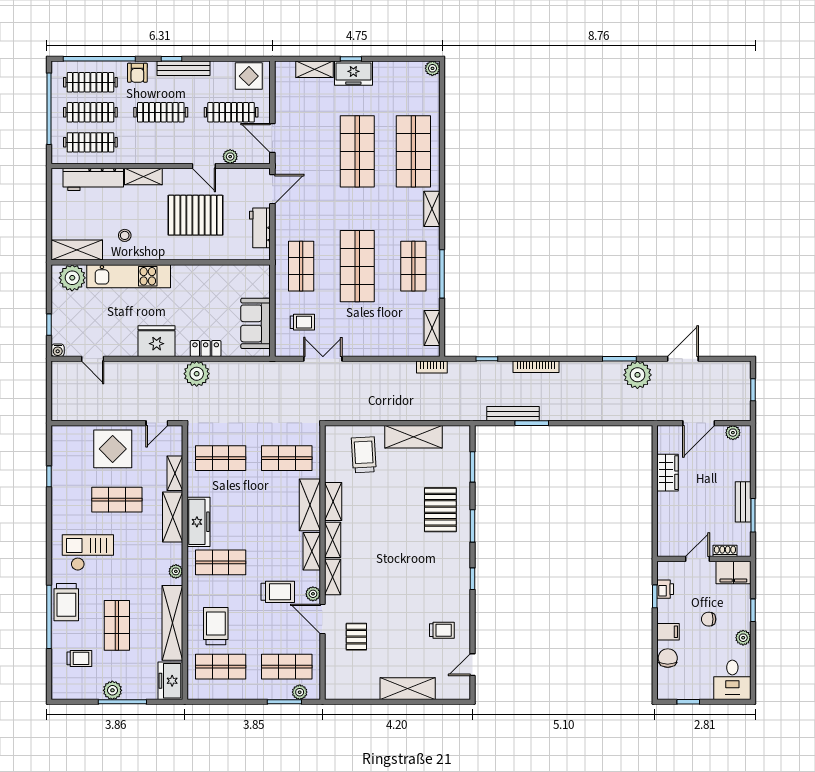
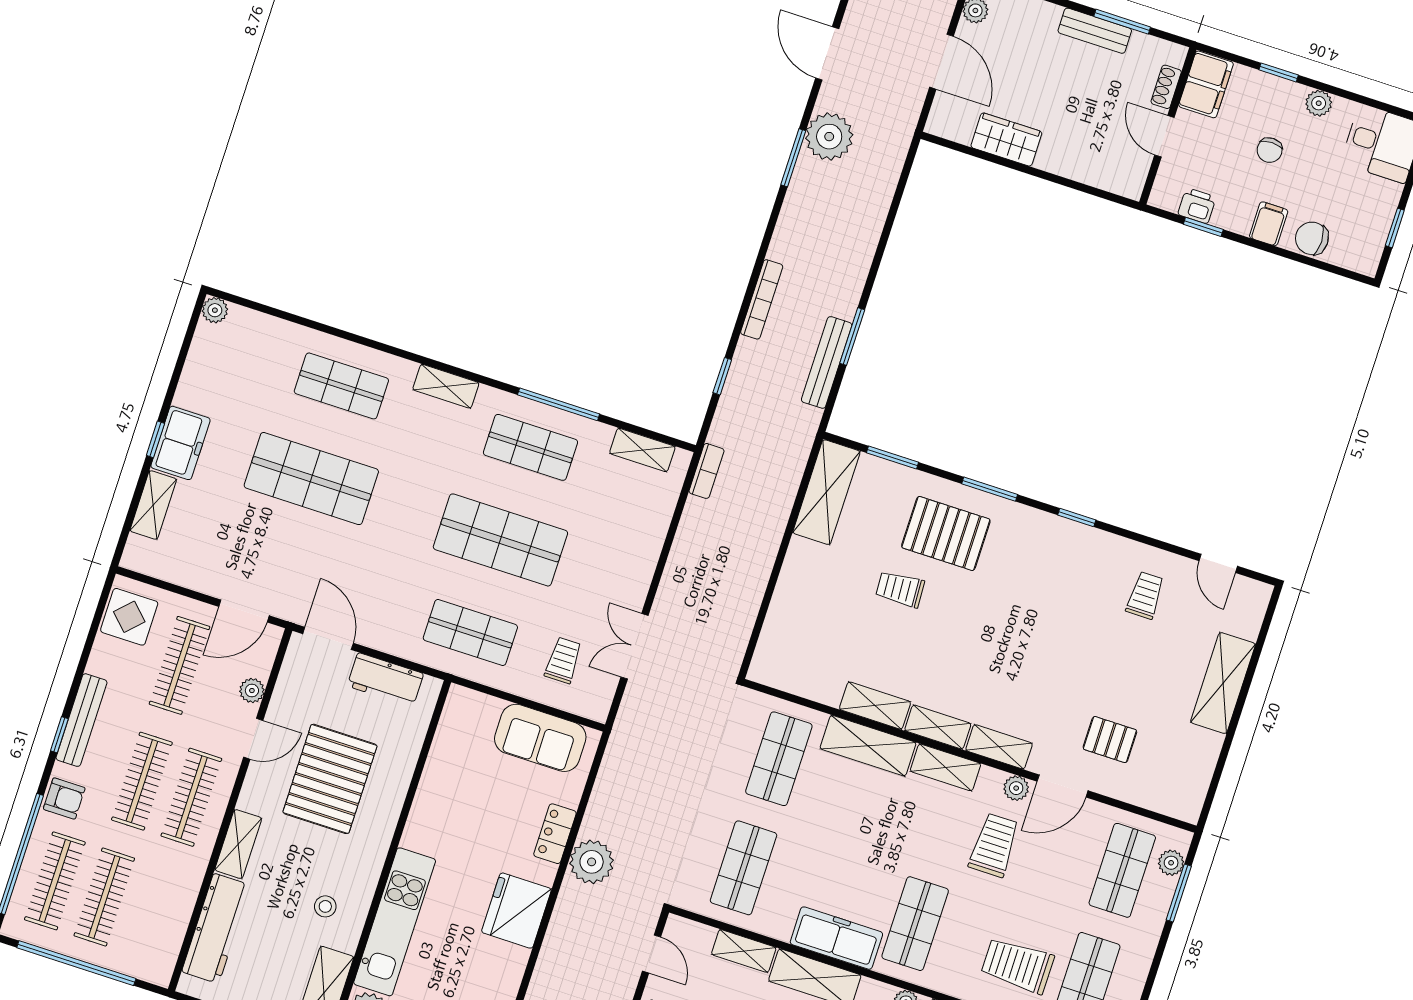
clothes rail: (90, 142) -> (191, 797), moved
shop shelf: (413, 151) -> (341, 386), width x0.70, depth x0.74
shelving: (414, 437) -> (826, 492), moved
trolley: (364, 455) -> (900, 589), moved, width x0.73, depth x0.72

